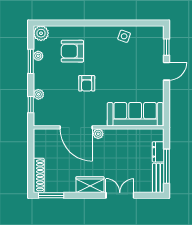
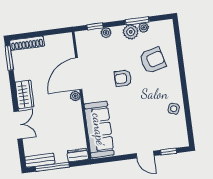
plant: (41, 33) -> (131, 32), moved
armchair: (72, 51) -> (153, 60), turned 75
dresser: (158, 152) -> (78, 155), moved

